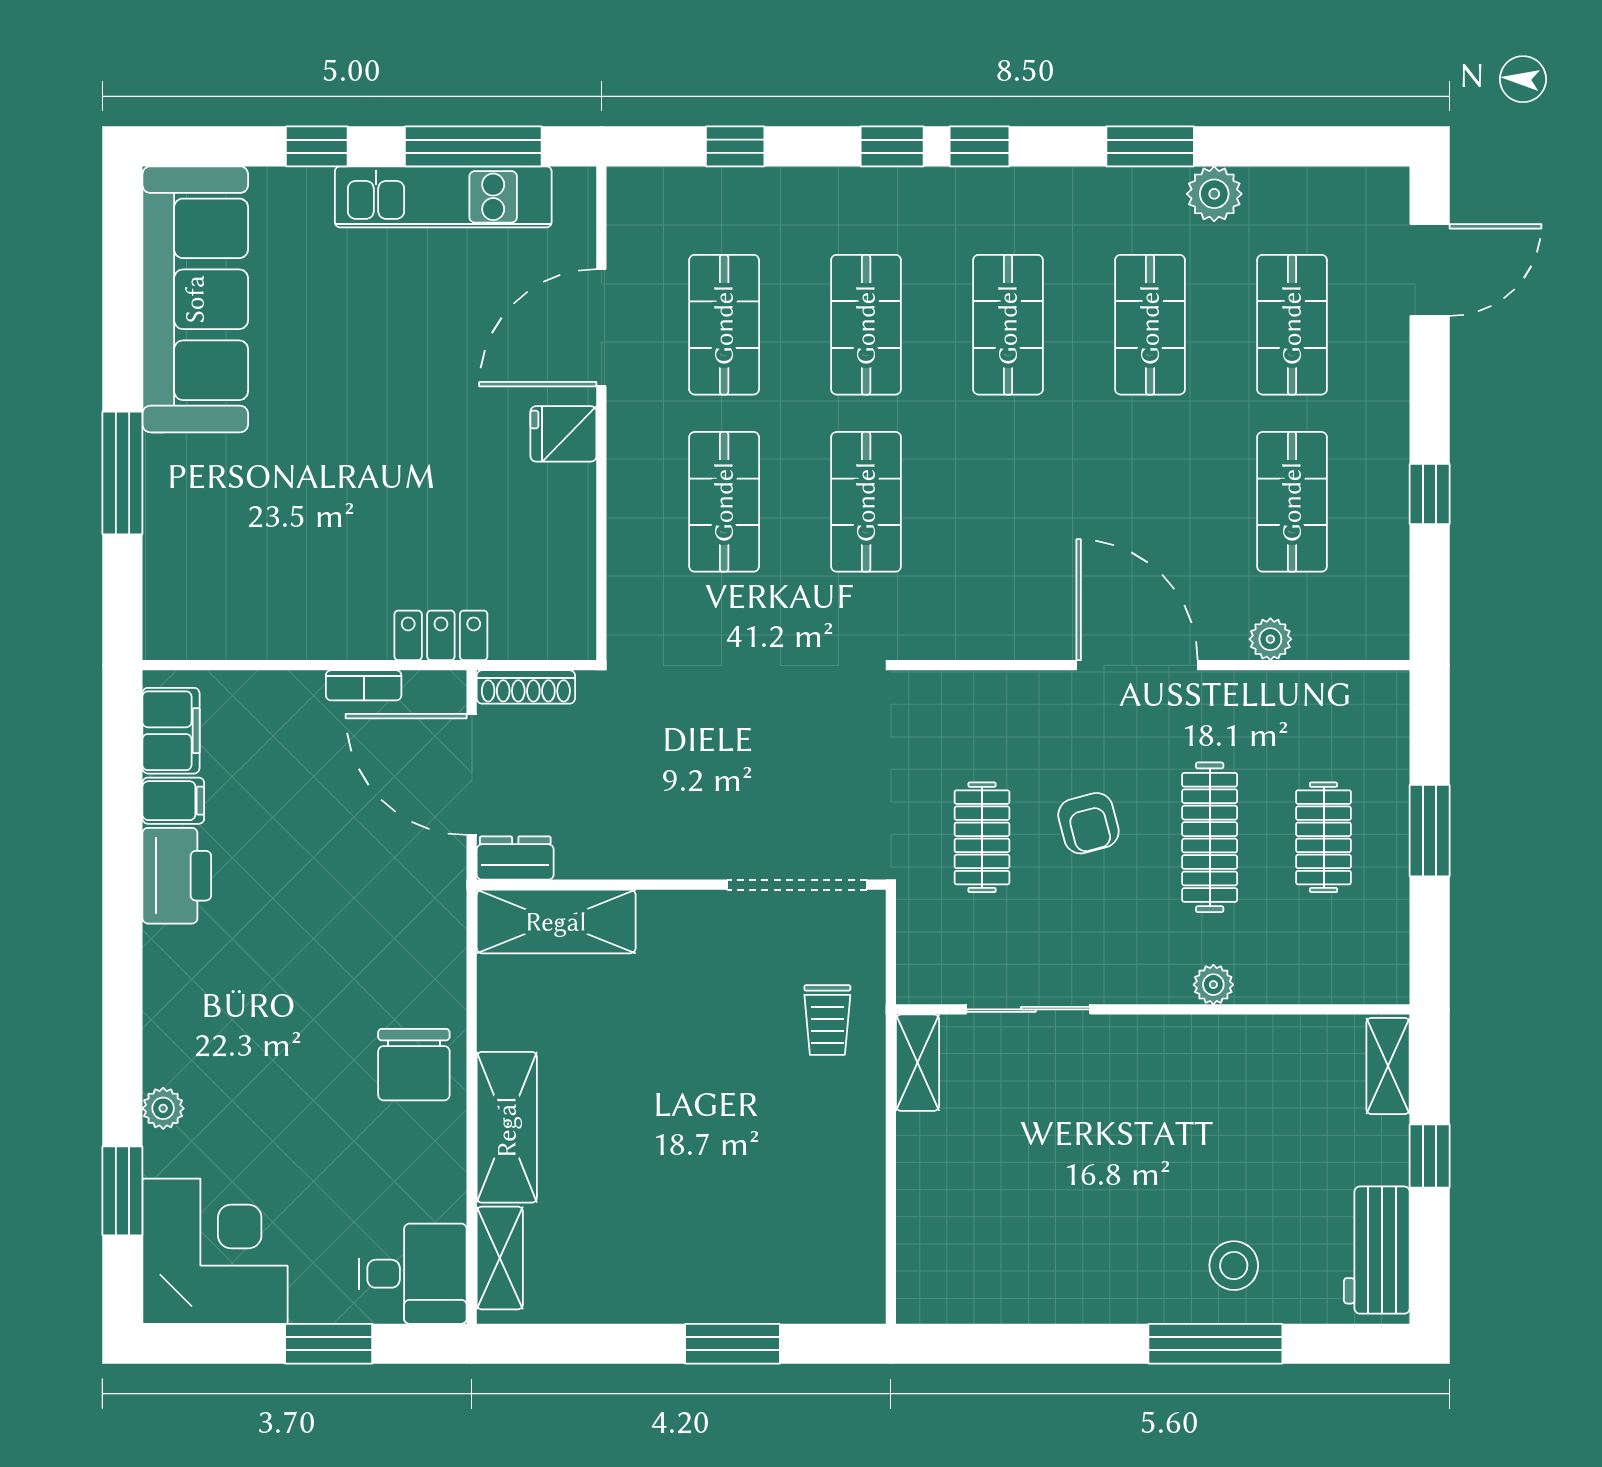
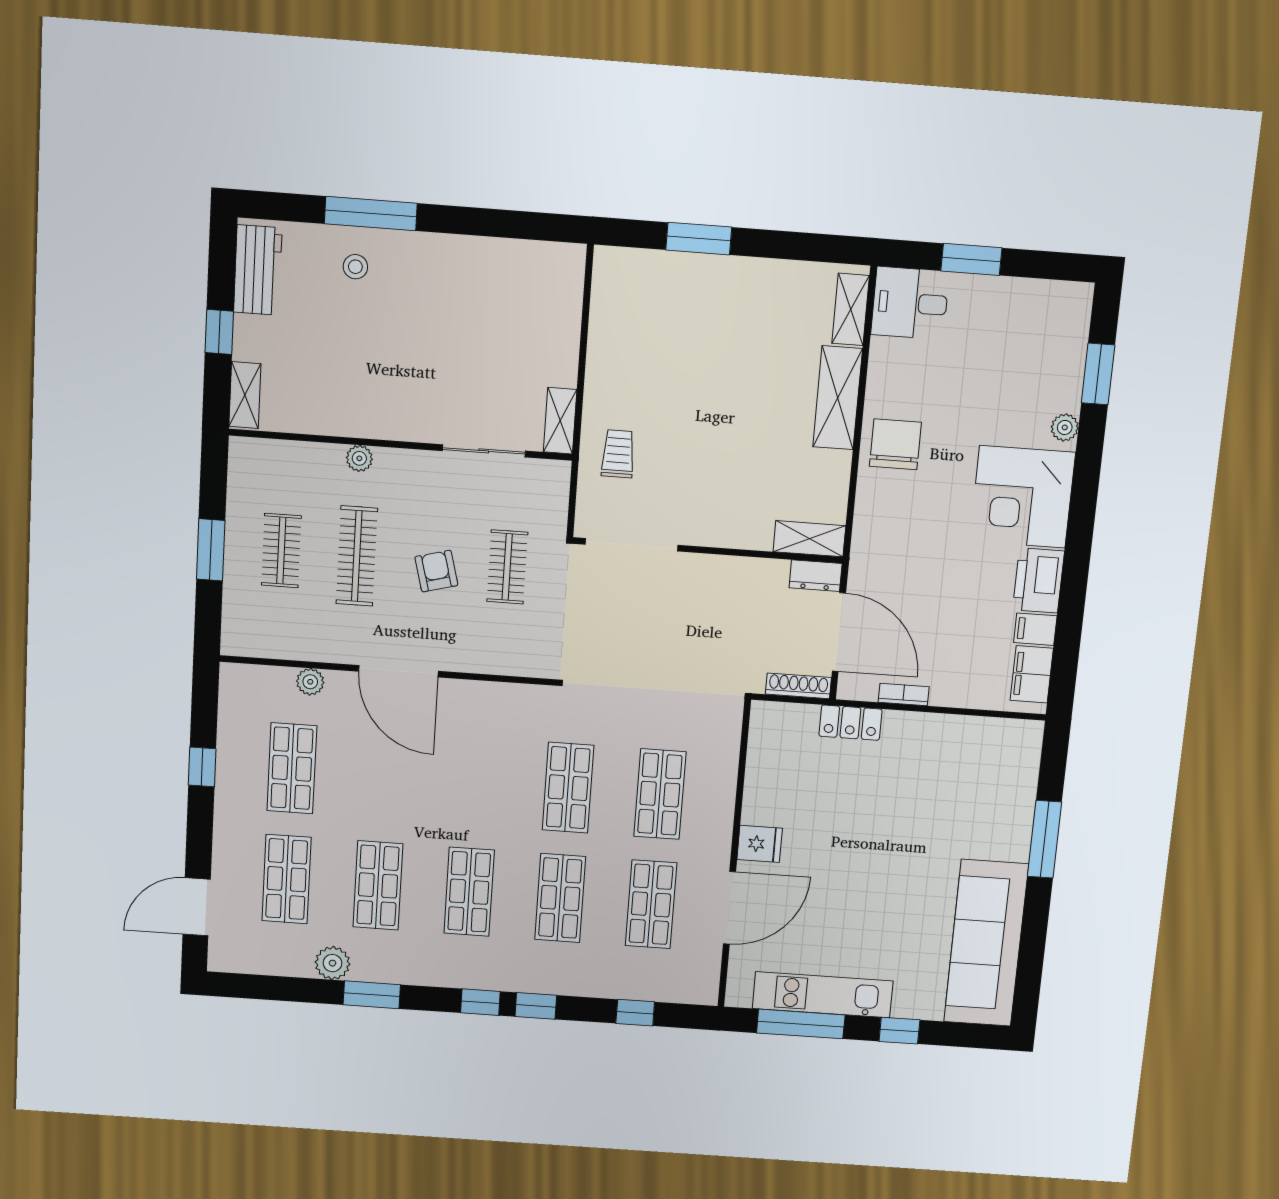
shelving: (556, 922) -> (809, 539), width x0.67, depth x0.75
corner desk: (215, 1251) -> (1022, 497), moved
stool: (1234, 1266) -> (355, 267), width x0.73, depth x0.73

